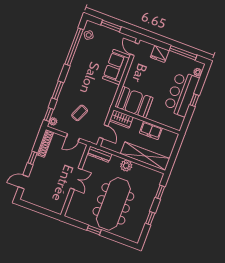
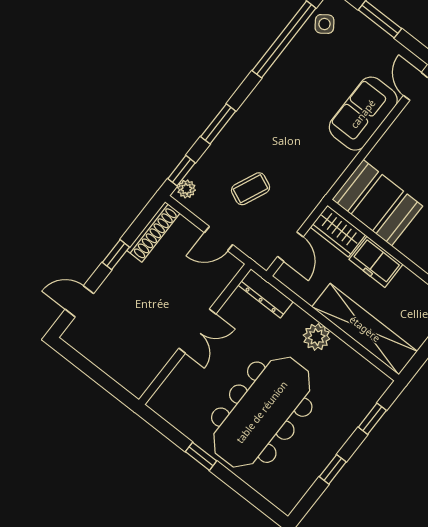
freezer: (151, 130) -> (376, 262), moved

